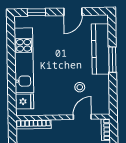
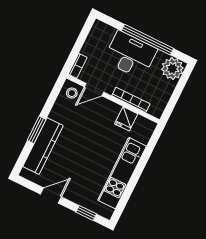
stool: (80, 87) -> (72, 93), moved
fridge: (24, 101) -> (126, 119), moved, turned -90
bookcase: (33, 124) -> (131, 100), moved

